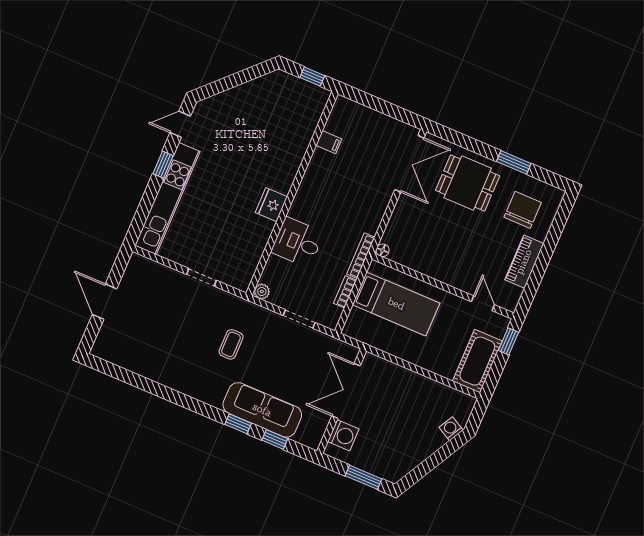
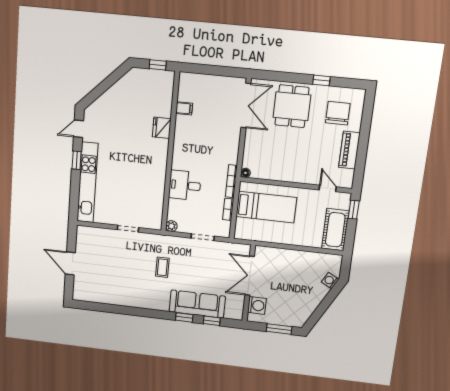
window: (514, 162) -> (321, 80), width x0.67
dining table: (468, 183) -> (292, 106), turned 90
fridge: (271, 205) -> (162, 128), moved

